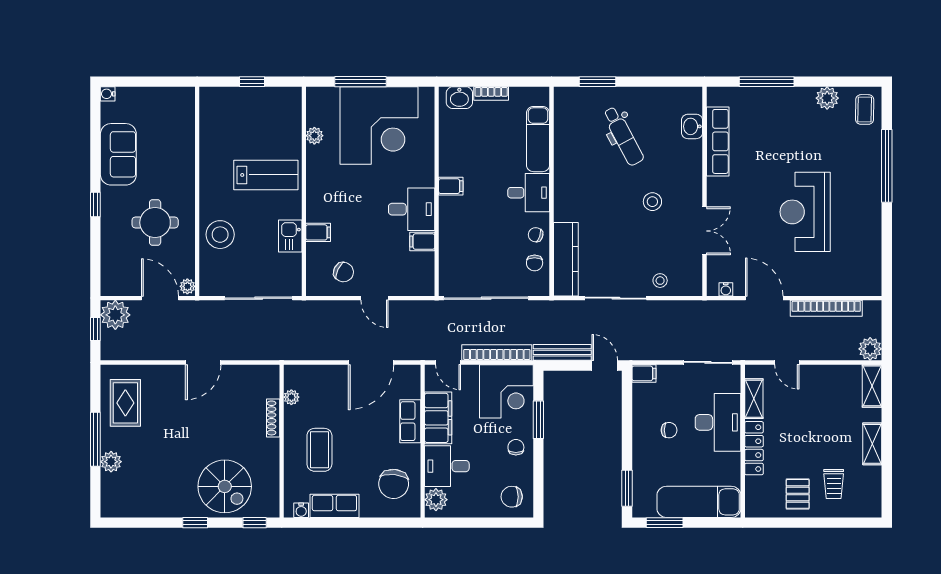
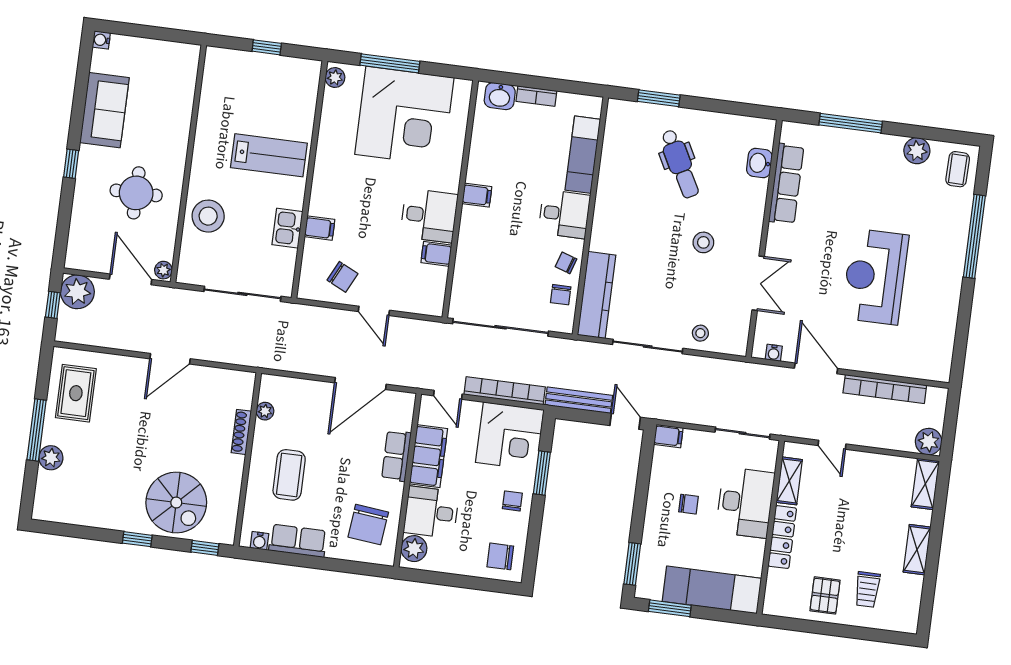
plant: (314, 136) -> (335, 78), moved

